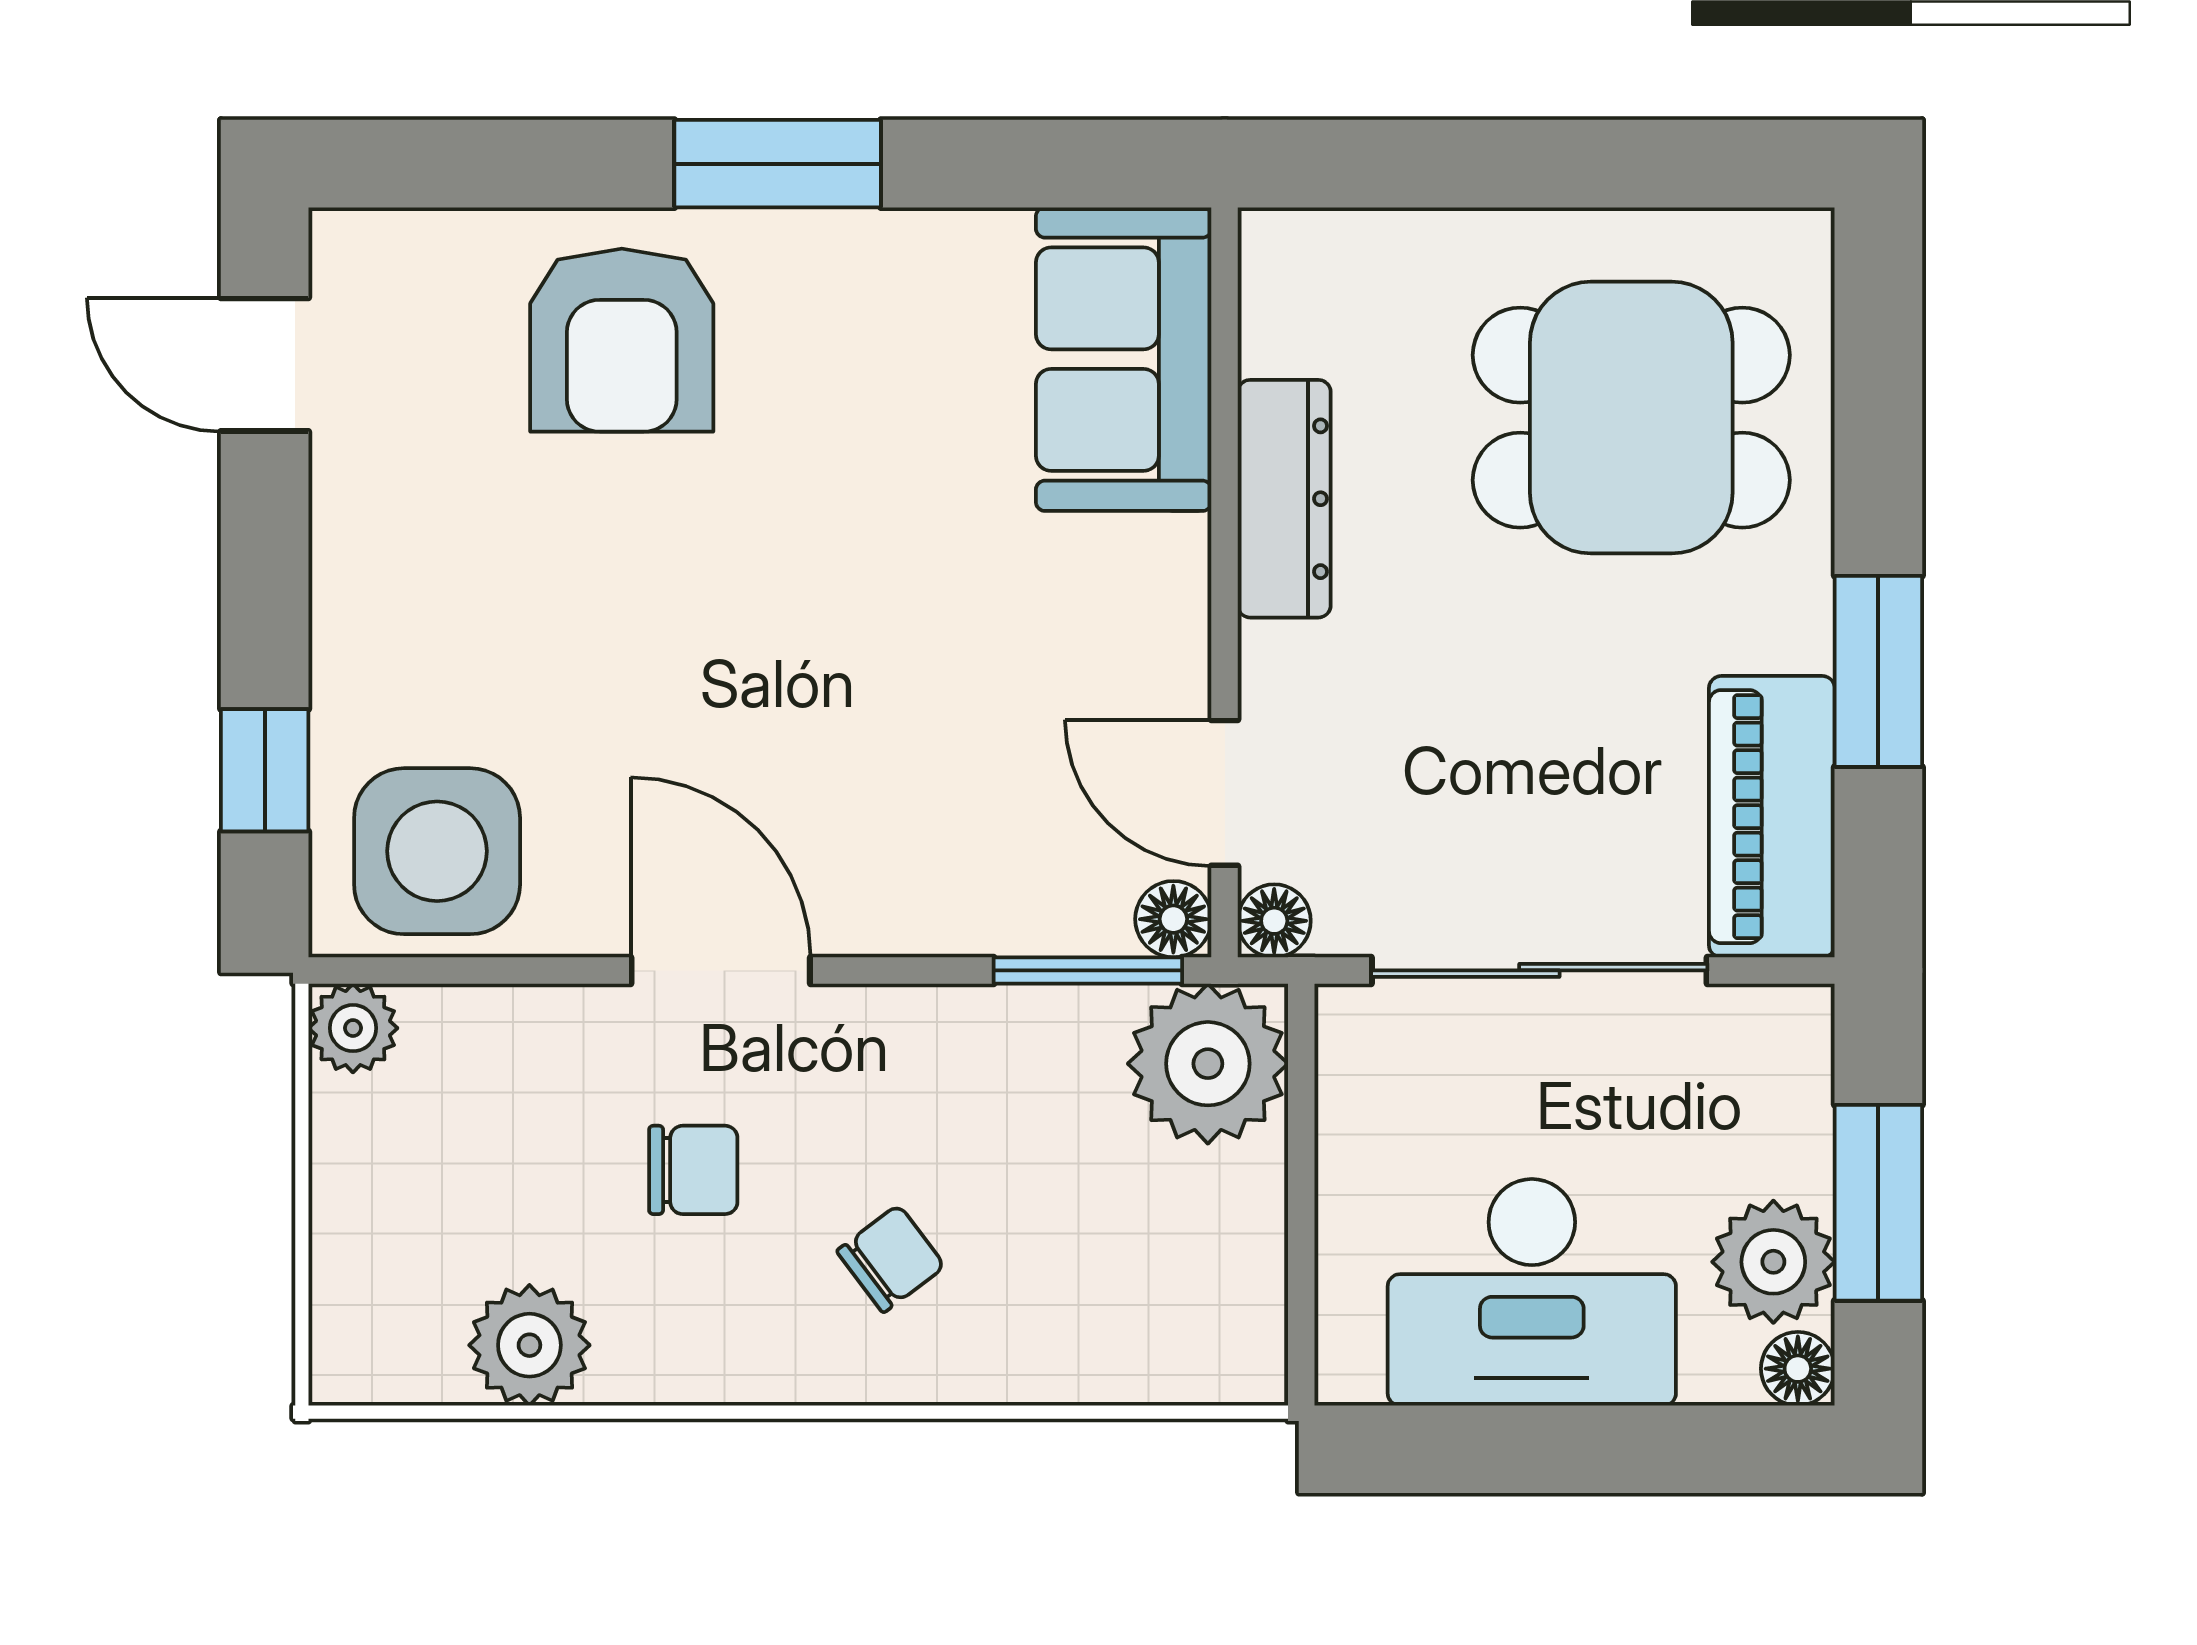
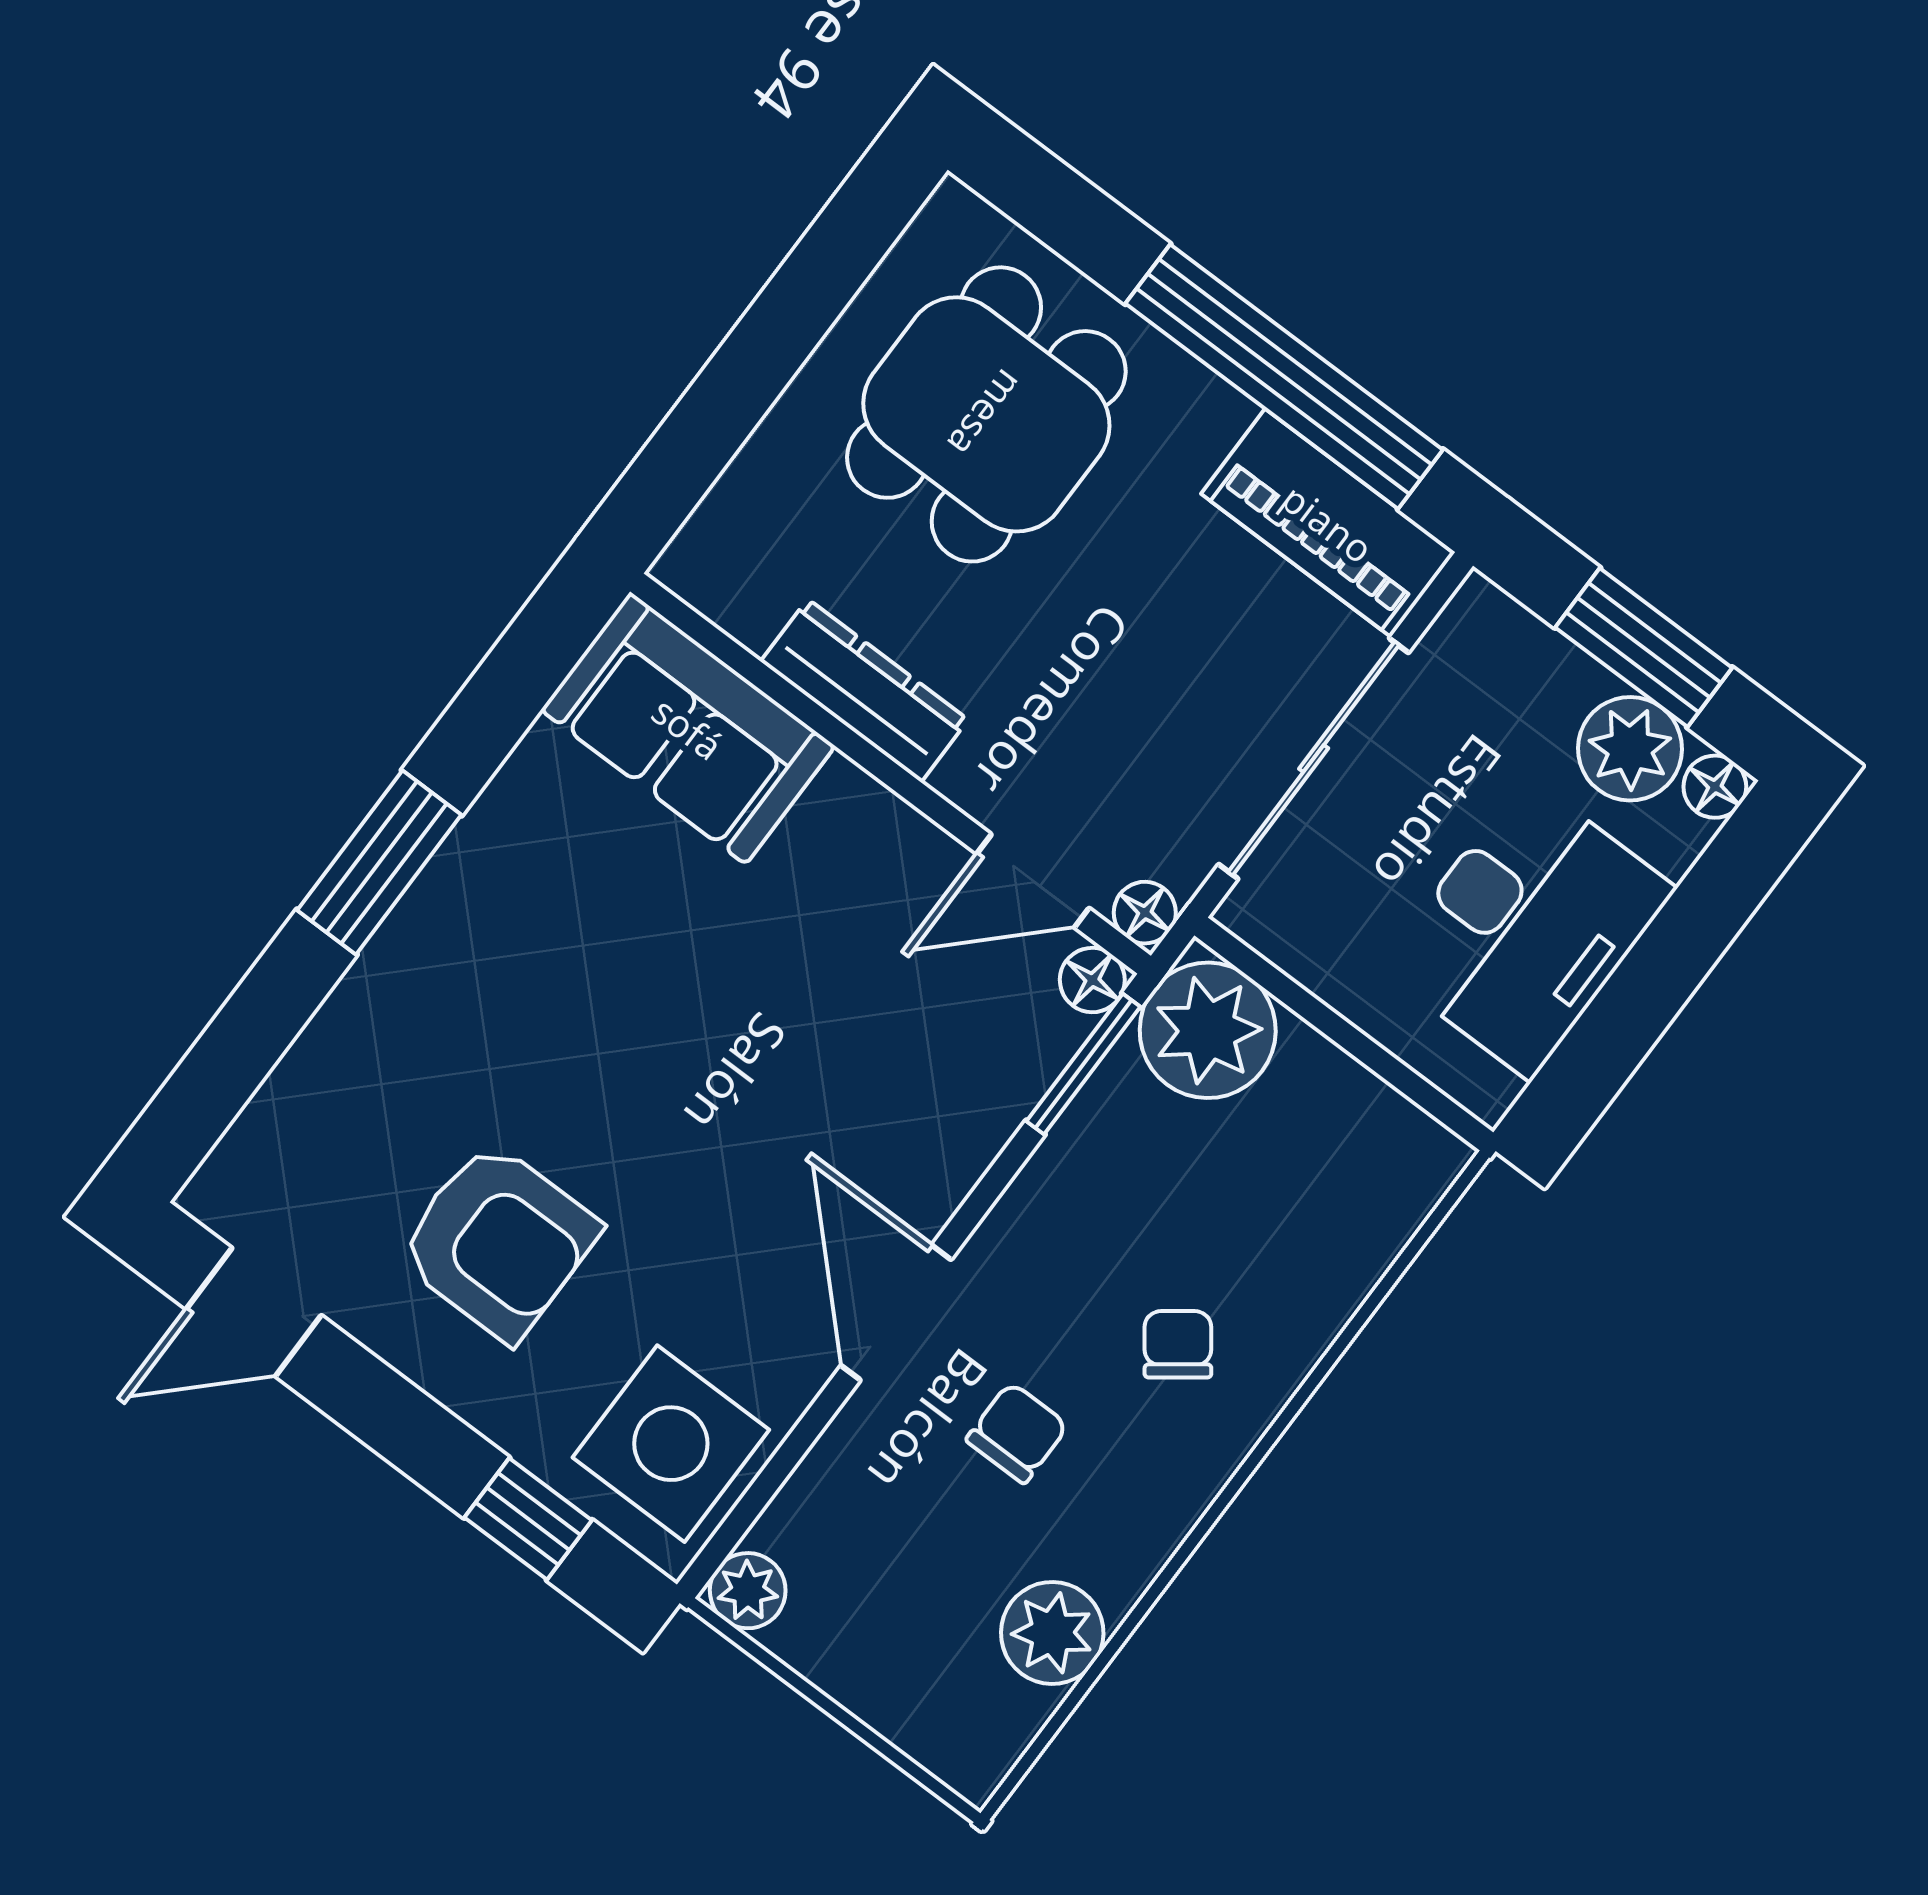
armchair: (622, 340) -> (498, 1241), moved
window: (1878, 671) -> (1284, 377), width x2.11
door: (721, 970) -> (896, 1313), hinge flipped

